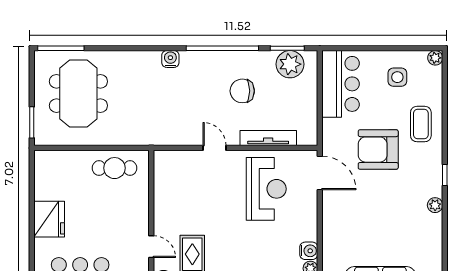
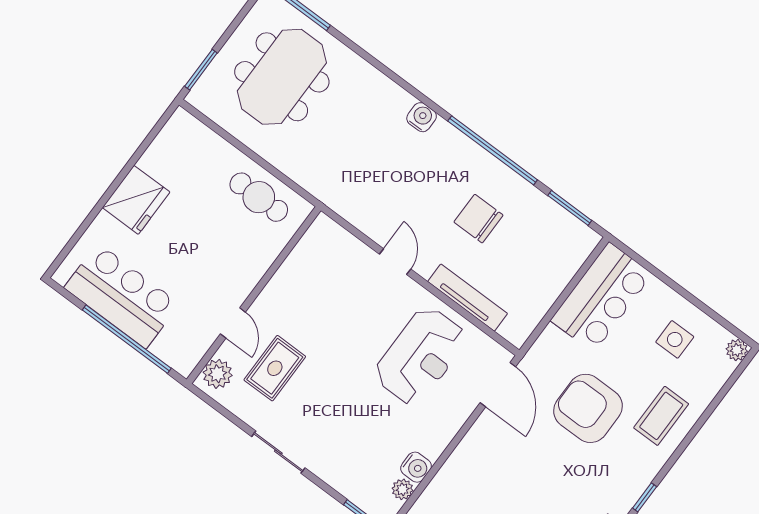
plant: (290, 64) -> (559, 229), removed

